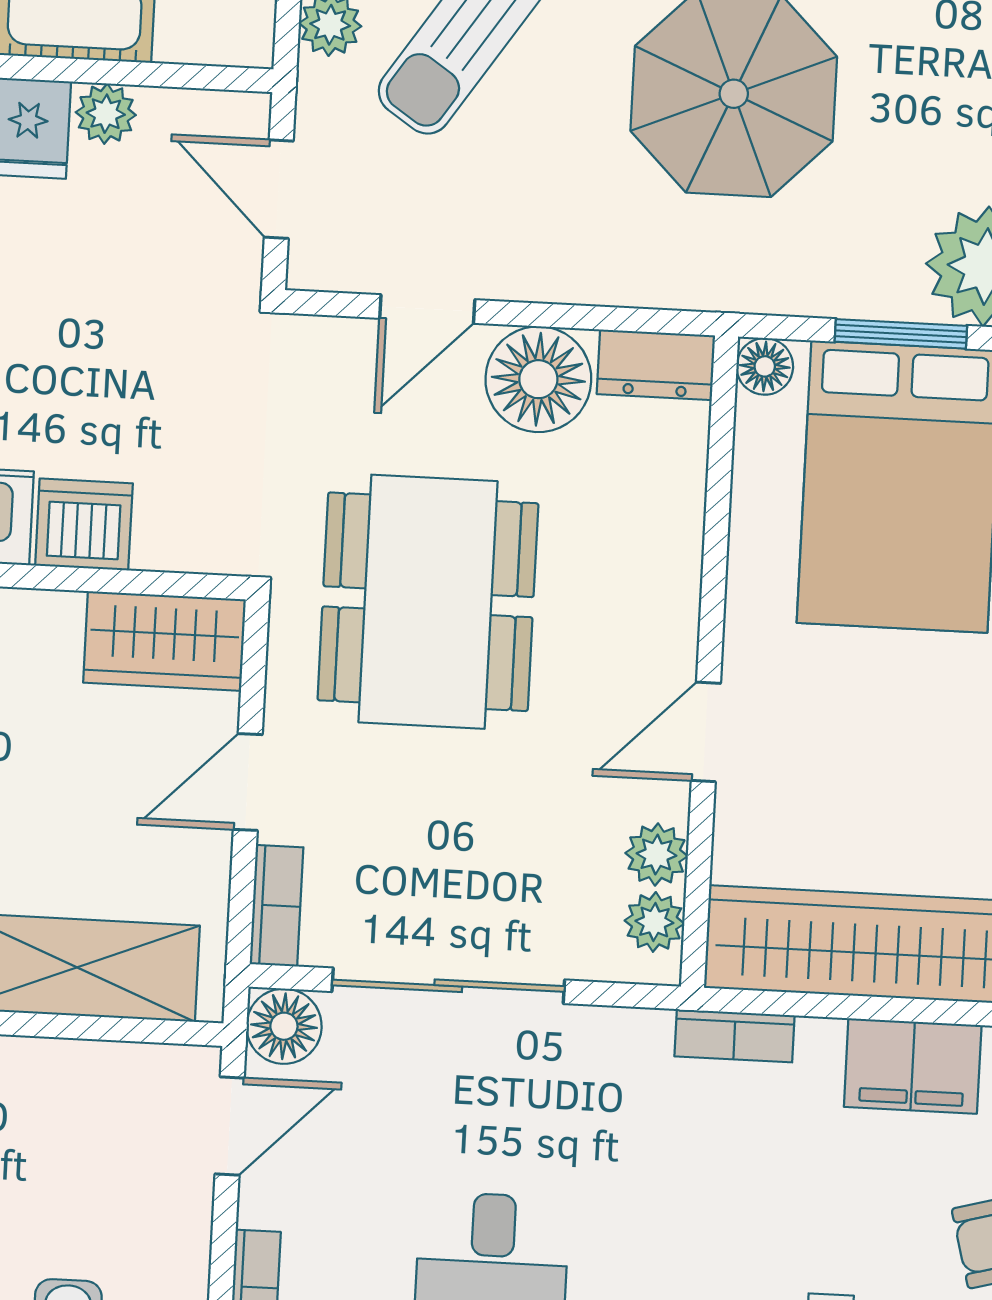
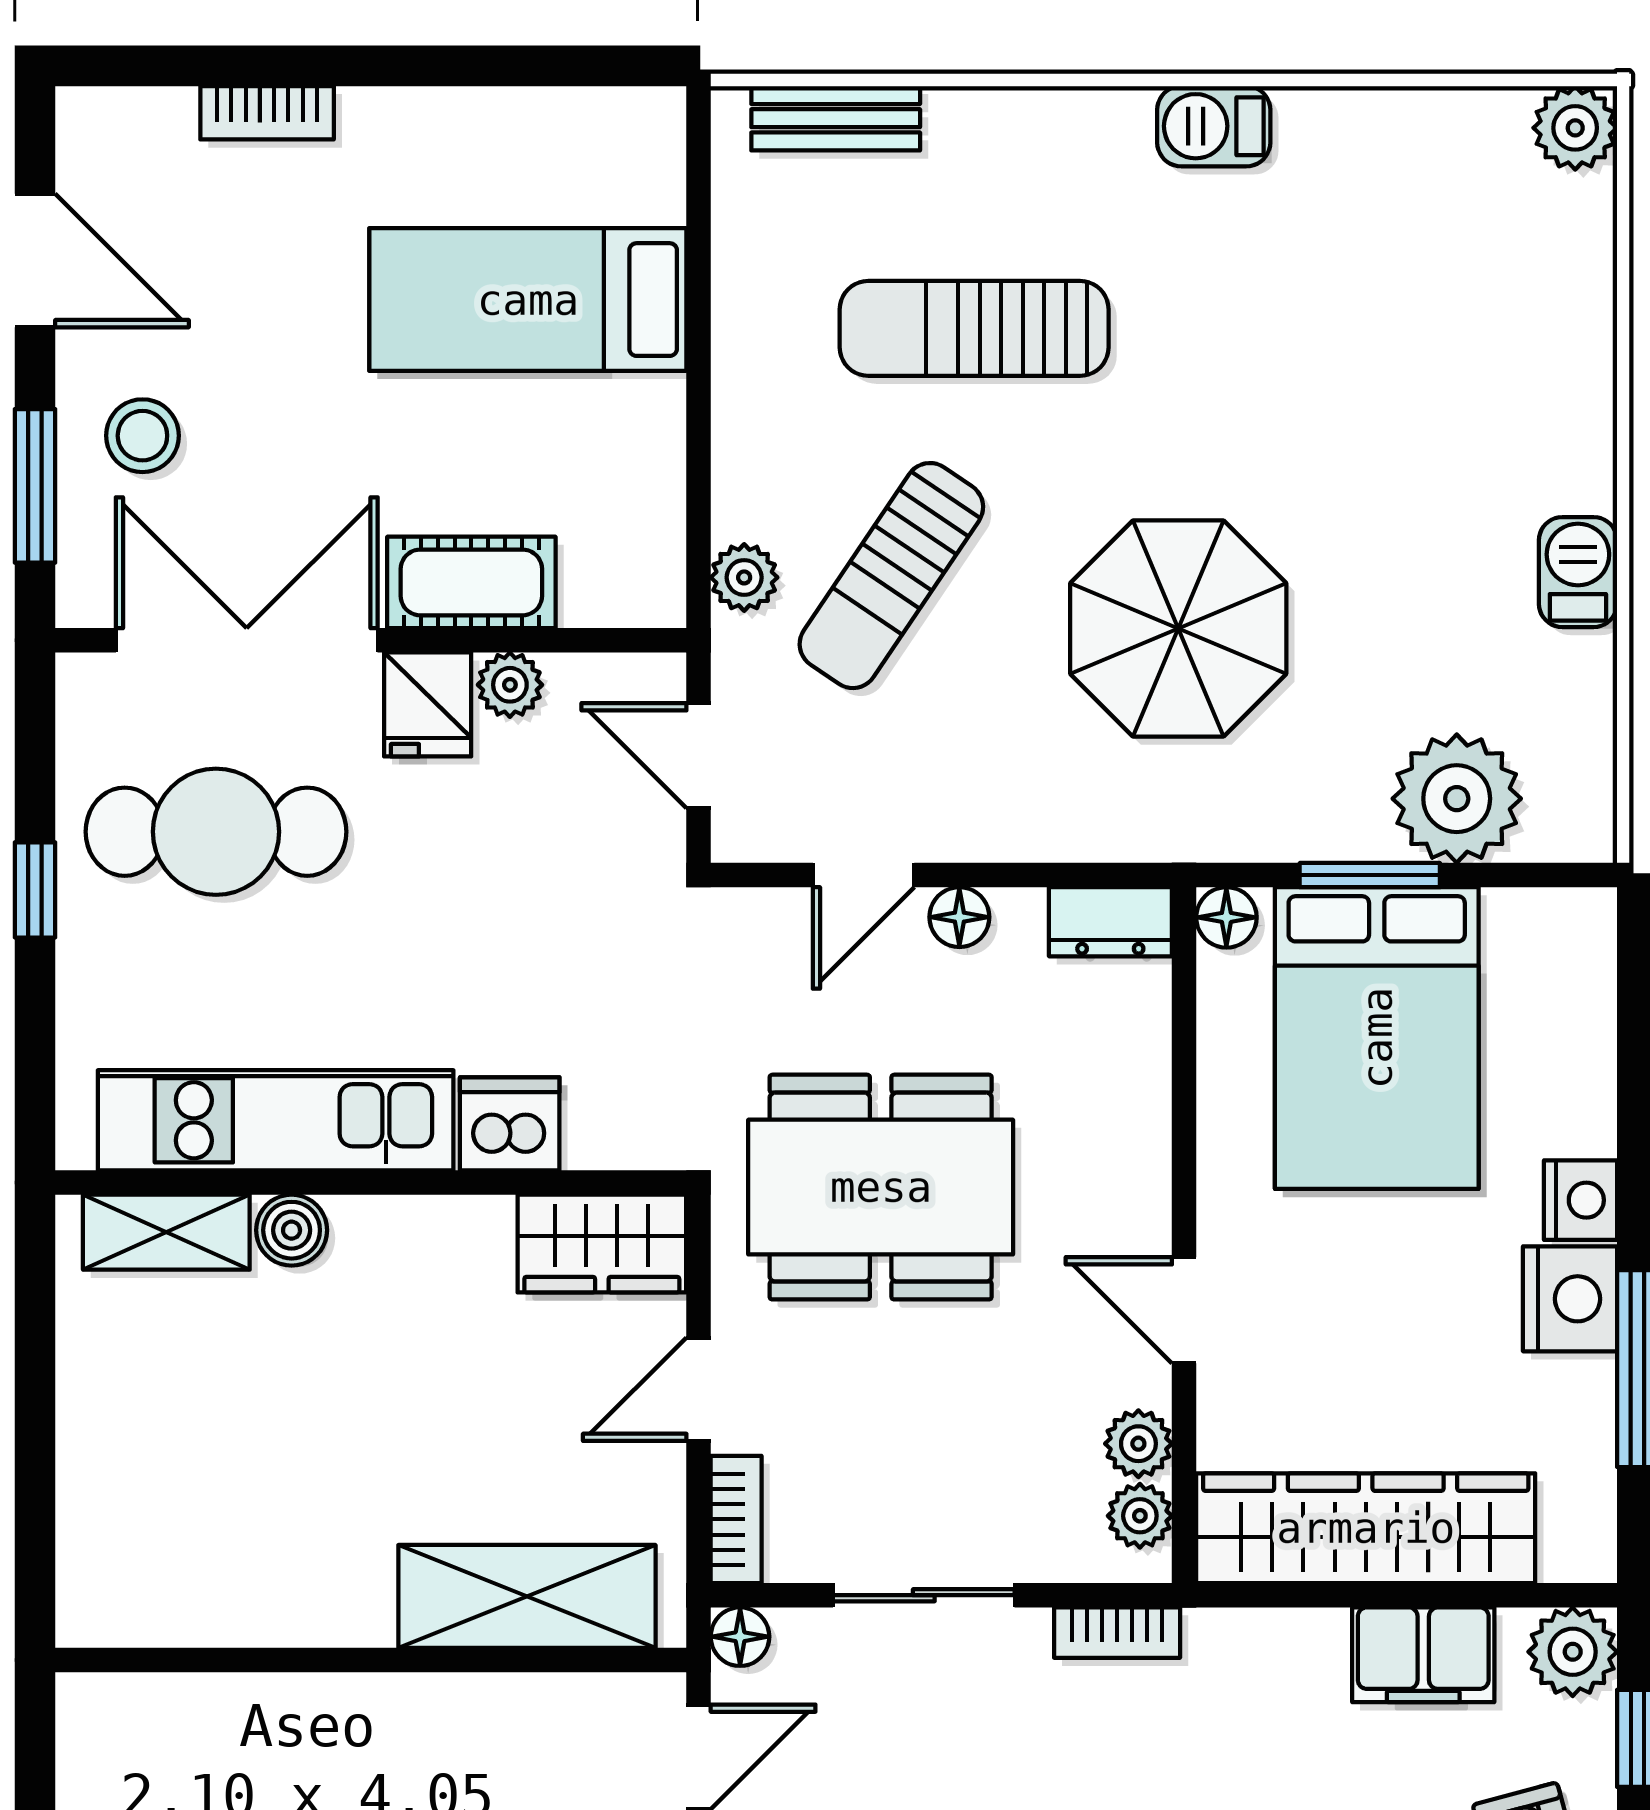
floor lamp: (538, 379) -> (959, 917), width x0.53, depth x0.53
dining table: (428, 602) -> (881, 1187), turned 90
door: (706, 732) -> (1184, 1310), hinge flipped
sliding door: (448, 986) -> (924, 1595), width x0.73
floor lamp: (284, 1026) -> (740, 1637), width x0.73, depth x0.73
bookcase: (735, 1036) -> (1117, 1633), moved

